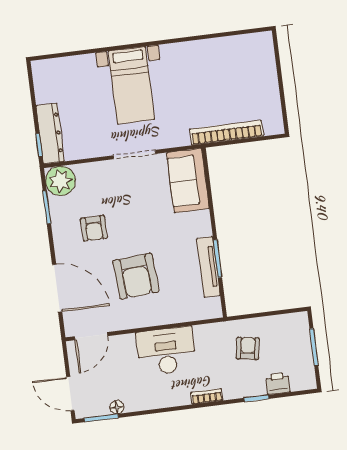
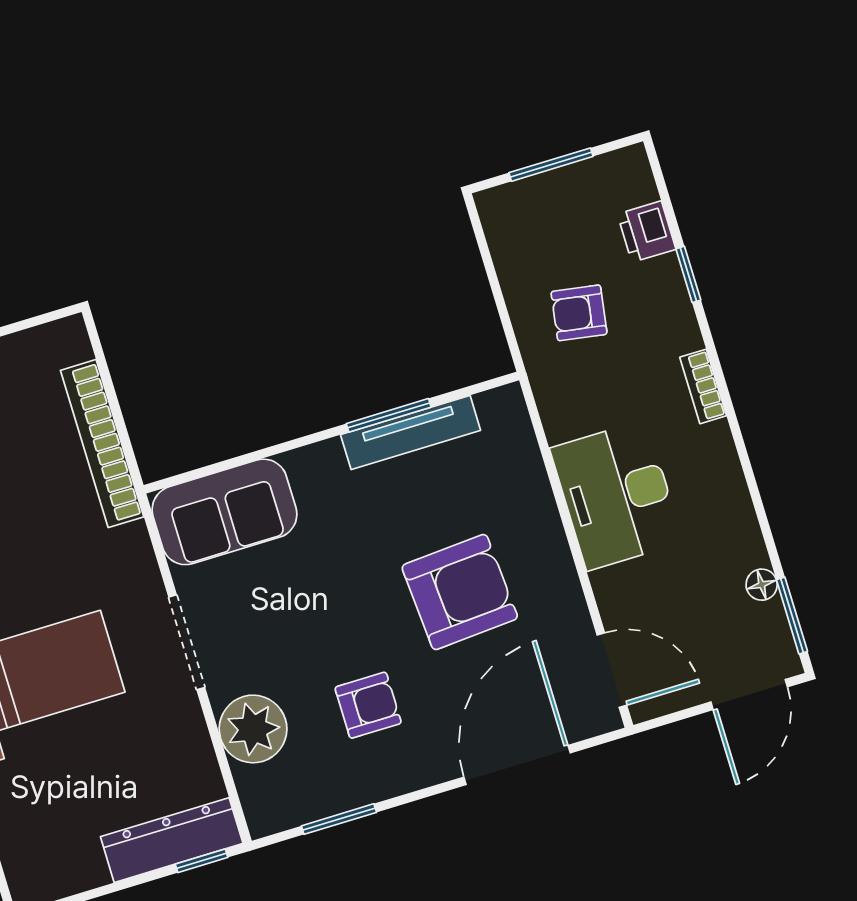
plant: (60, 181) -> (253, 729), moved

